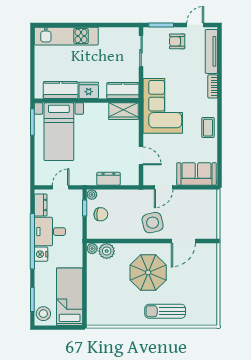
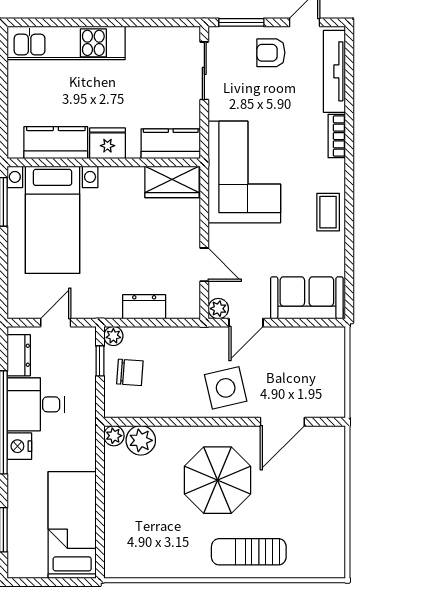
plant: (149, 180) -> (218, 309), added
stool: (43, 314) -> (24, 556), removed

